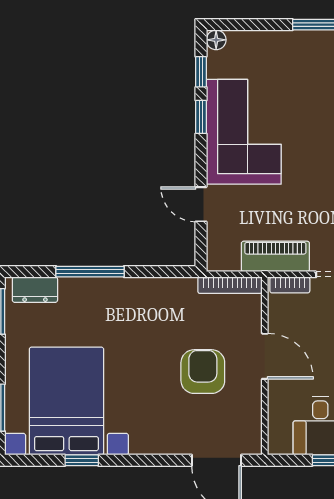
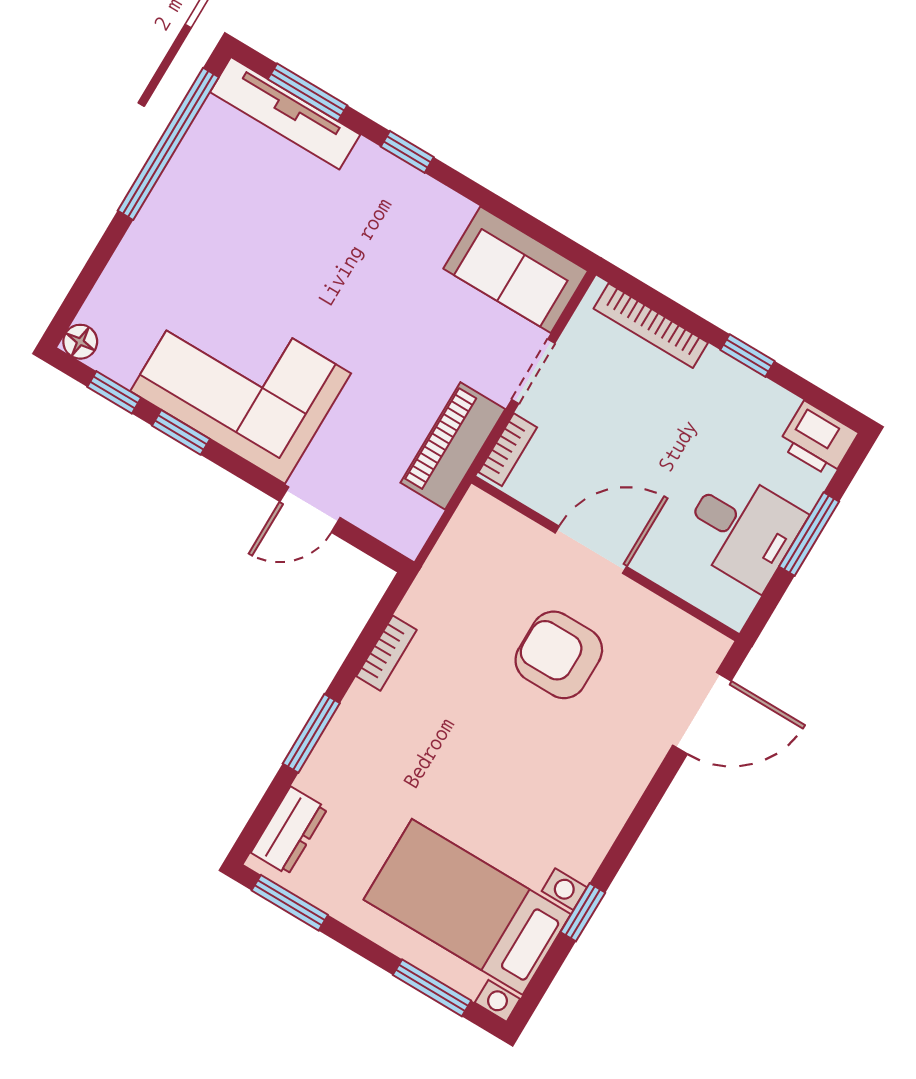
window: (90, 272) -> (311, 733), width x0.69
bookcase: (230, 285) -> (386, 653), moved, width x0.64
bed with nightstands: (66, 401) -> (467, 907), width x0.73

